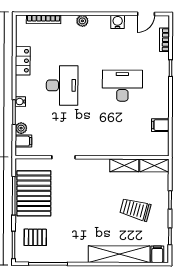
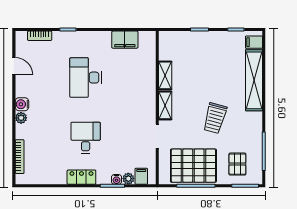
door: (146, 14) -> (14, 66), moved
water cooler: (118, 22) -> (22, 104), moved
locker: (23, 61) -> (81, 177), moved
desk: (62, 85) -> (86, 138), width x0.73
water cooler: (20, 102) -> (117, 179), moved
filing cabinet: (160, 125) -> (125, 40), width x2.00
shelving: (154, 165) -> (165, 105), moved
trolley: (135, 209) -> (215, 118), moved

